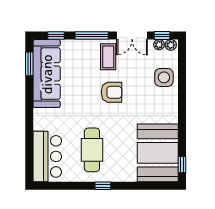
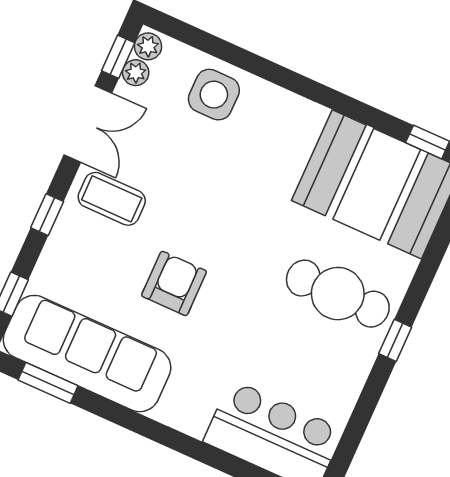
window: (92, 36) -> (47, 215), width x0.46
armchair: (111, 92) -> (174, 283), moved
cafe table: (92, 150) -> (338, 294), moved

